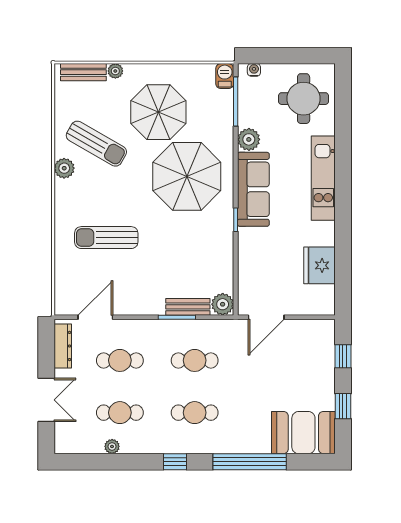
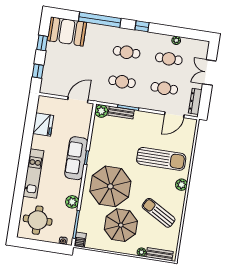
plant: (64, 168) -> (182, 185), moved
sofa: (253, 189) -> (76, 158), moved
sun lounger: (106, 238) -> (161, 159), width x1.36, depth x1.34

